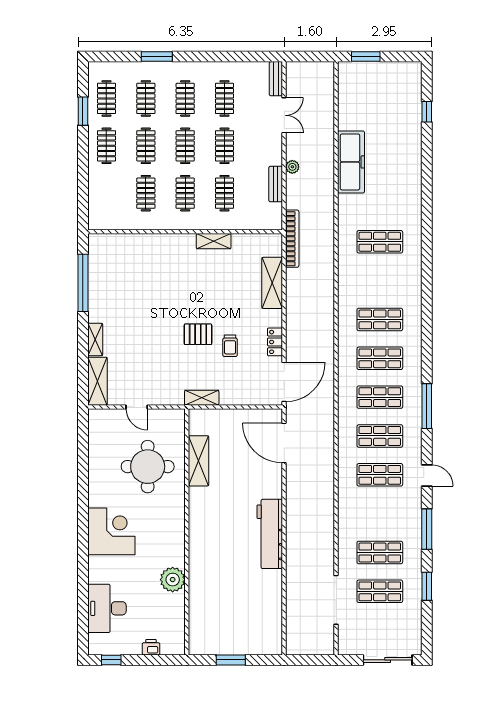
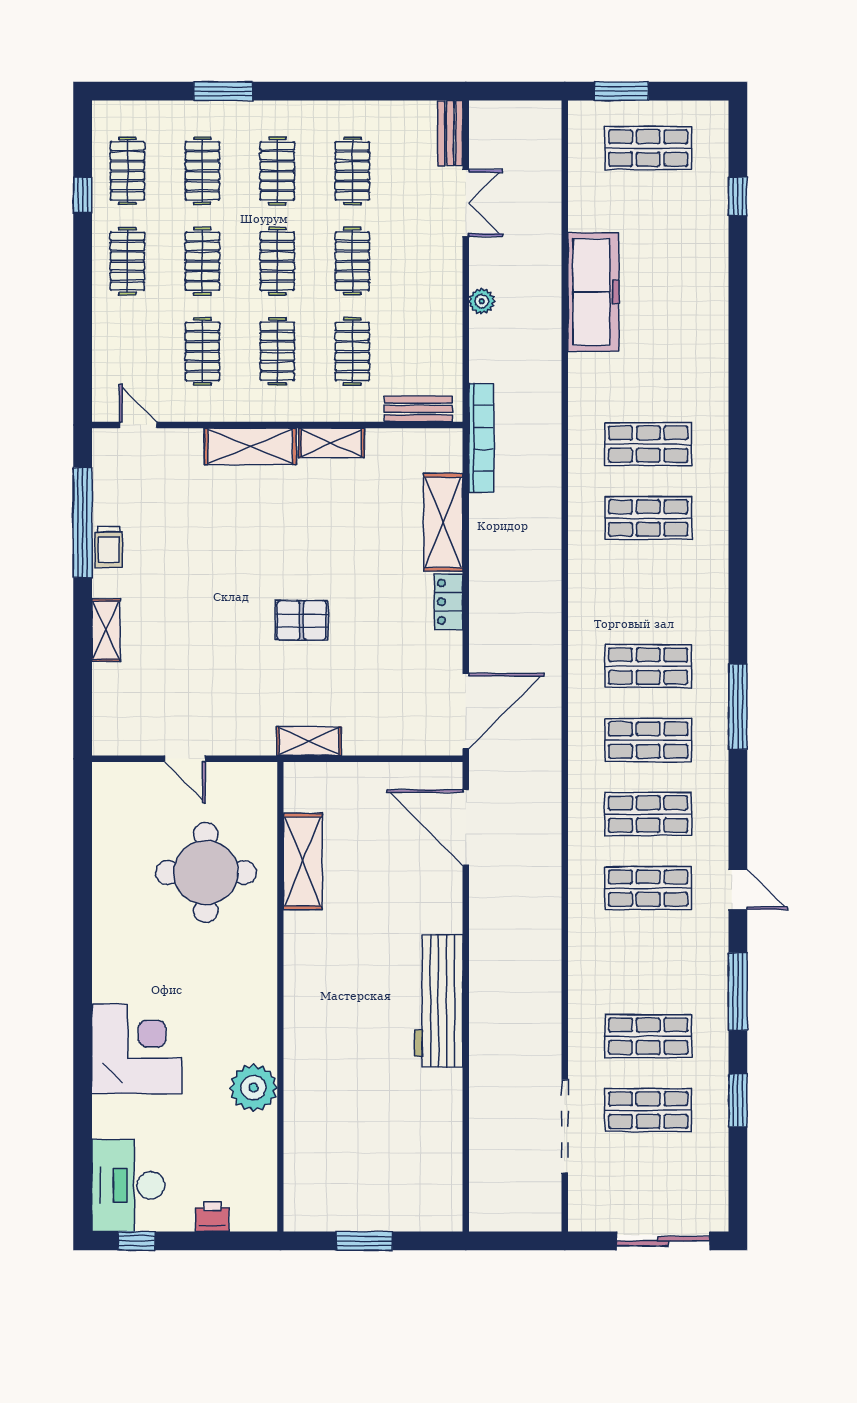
shop shelf: (380, 86) -> (648, 148), added
window: (83, 111) -> (83, 195), width x0.67
bench: (276, 184) -> (418, 409), moved, turned 90
door: (112, 232) -> (138, 425), added
shop shelf: (380, 319) -> (648, 518), moved
locker: (275, 342) -> (449, 602), moved
trolley: (230, 346) -> (109, 547), moved
shelving: (97, 381) -> (250, 446), moved, turned 90
window: (427, 406) -> (738, 707), moved
corner desk: (111, 531) -> (137, 1049), moved
desk: (107, 608) -> (128, 1185), moved

